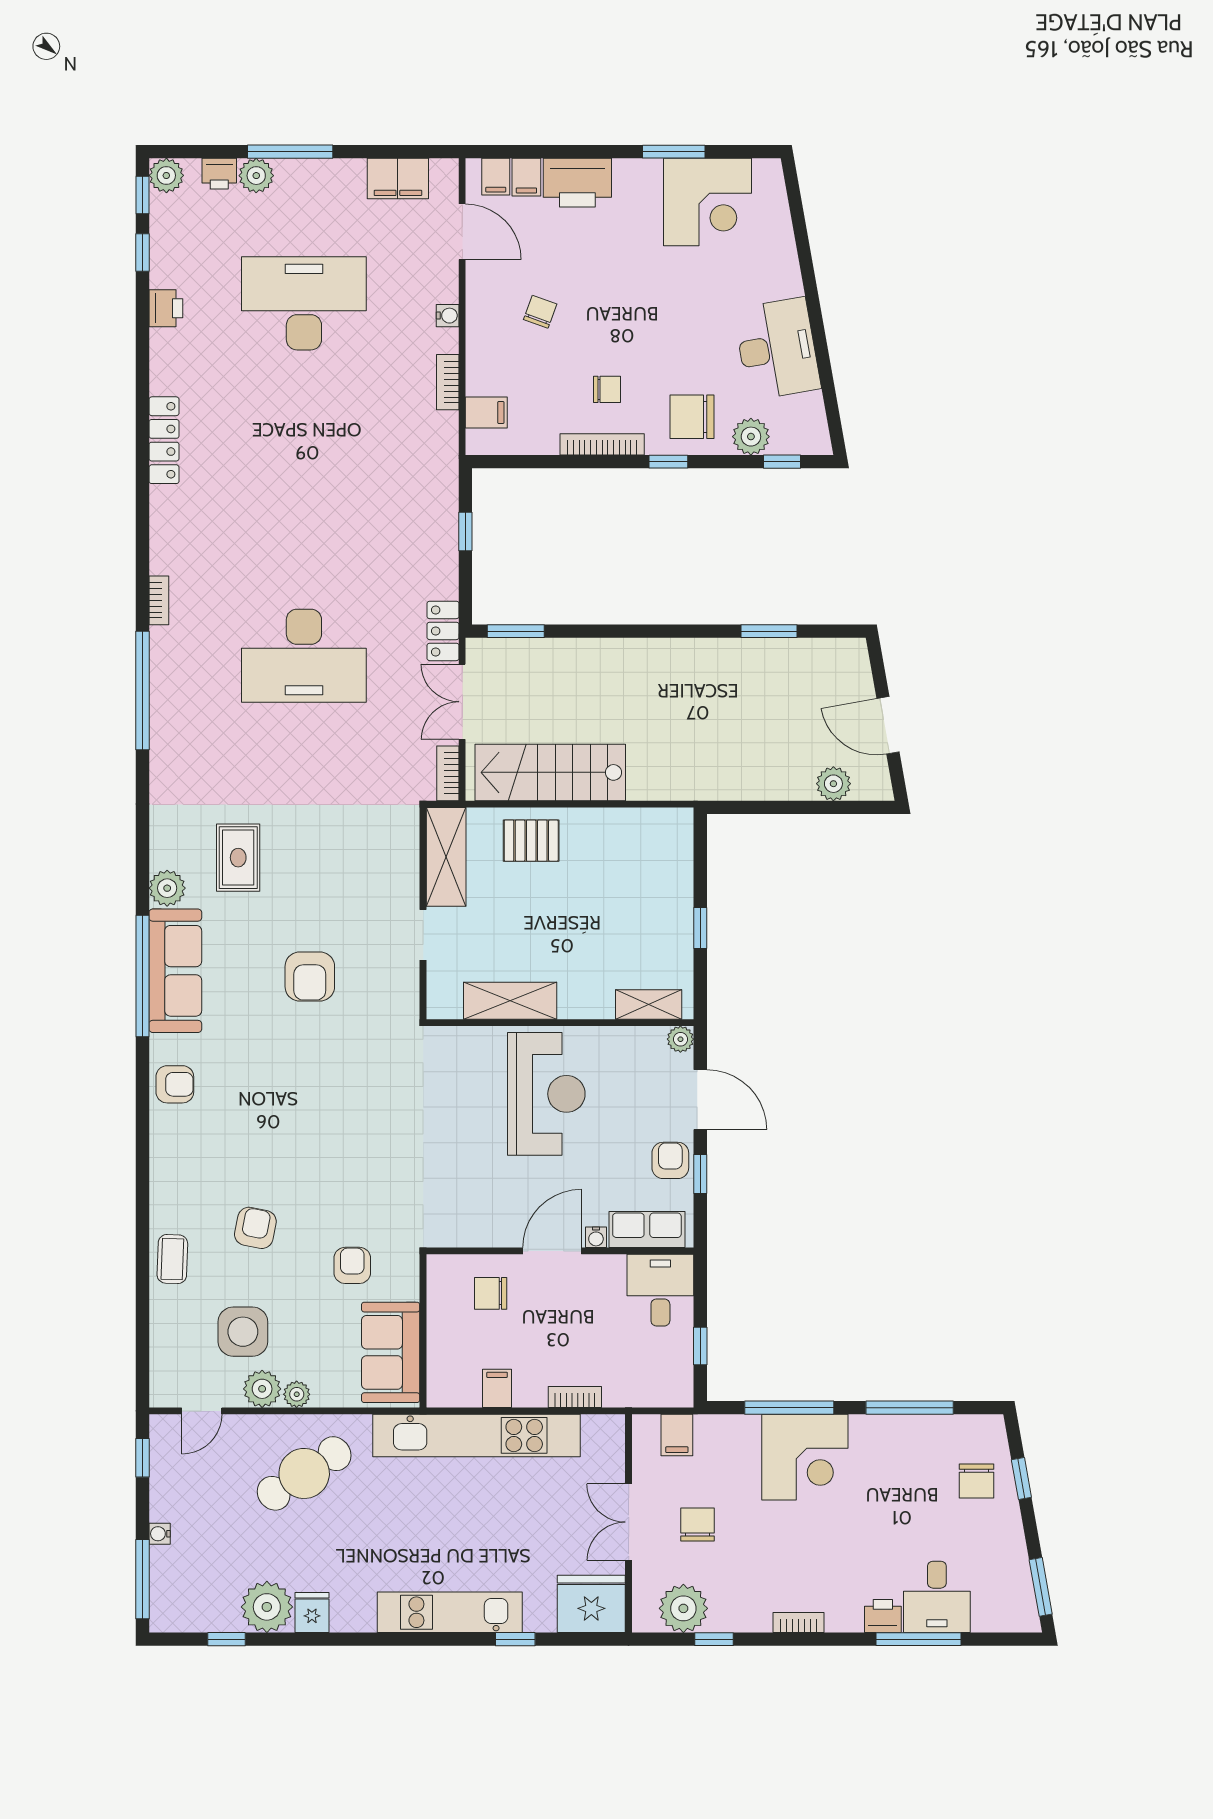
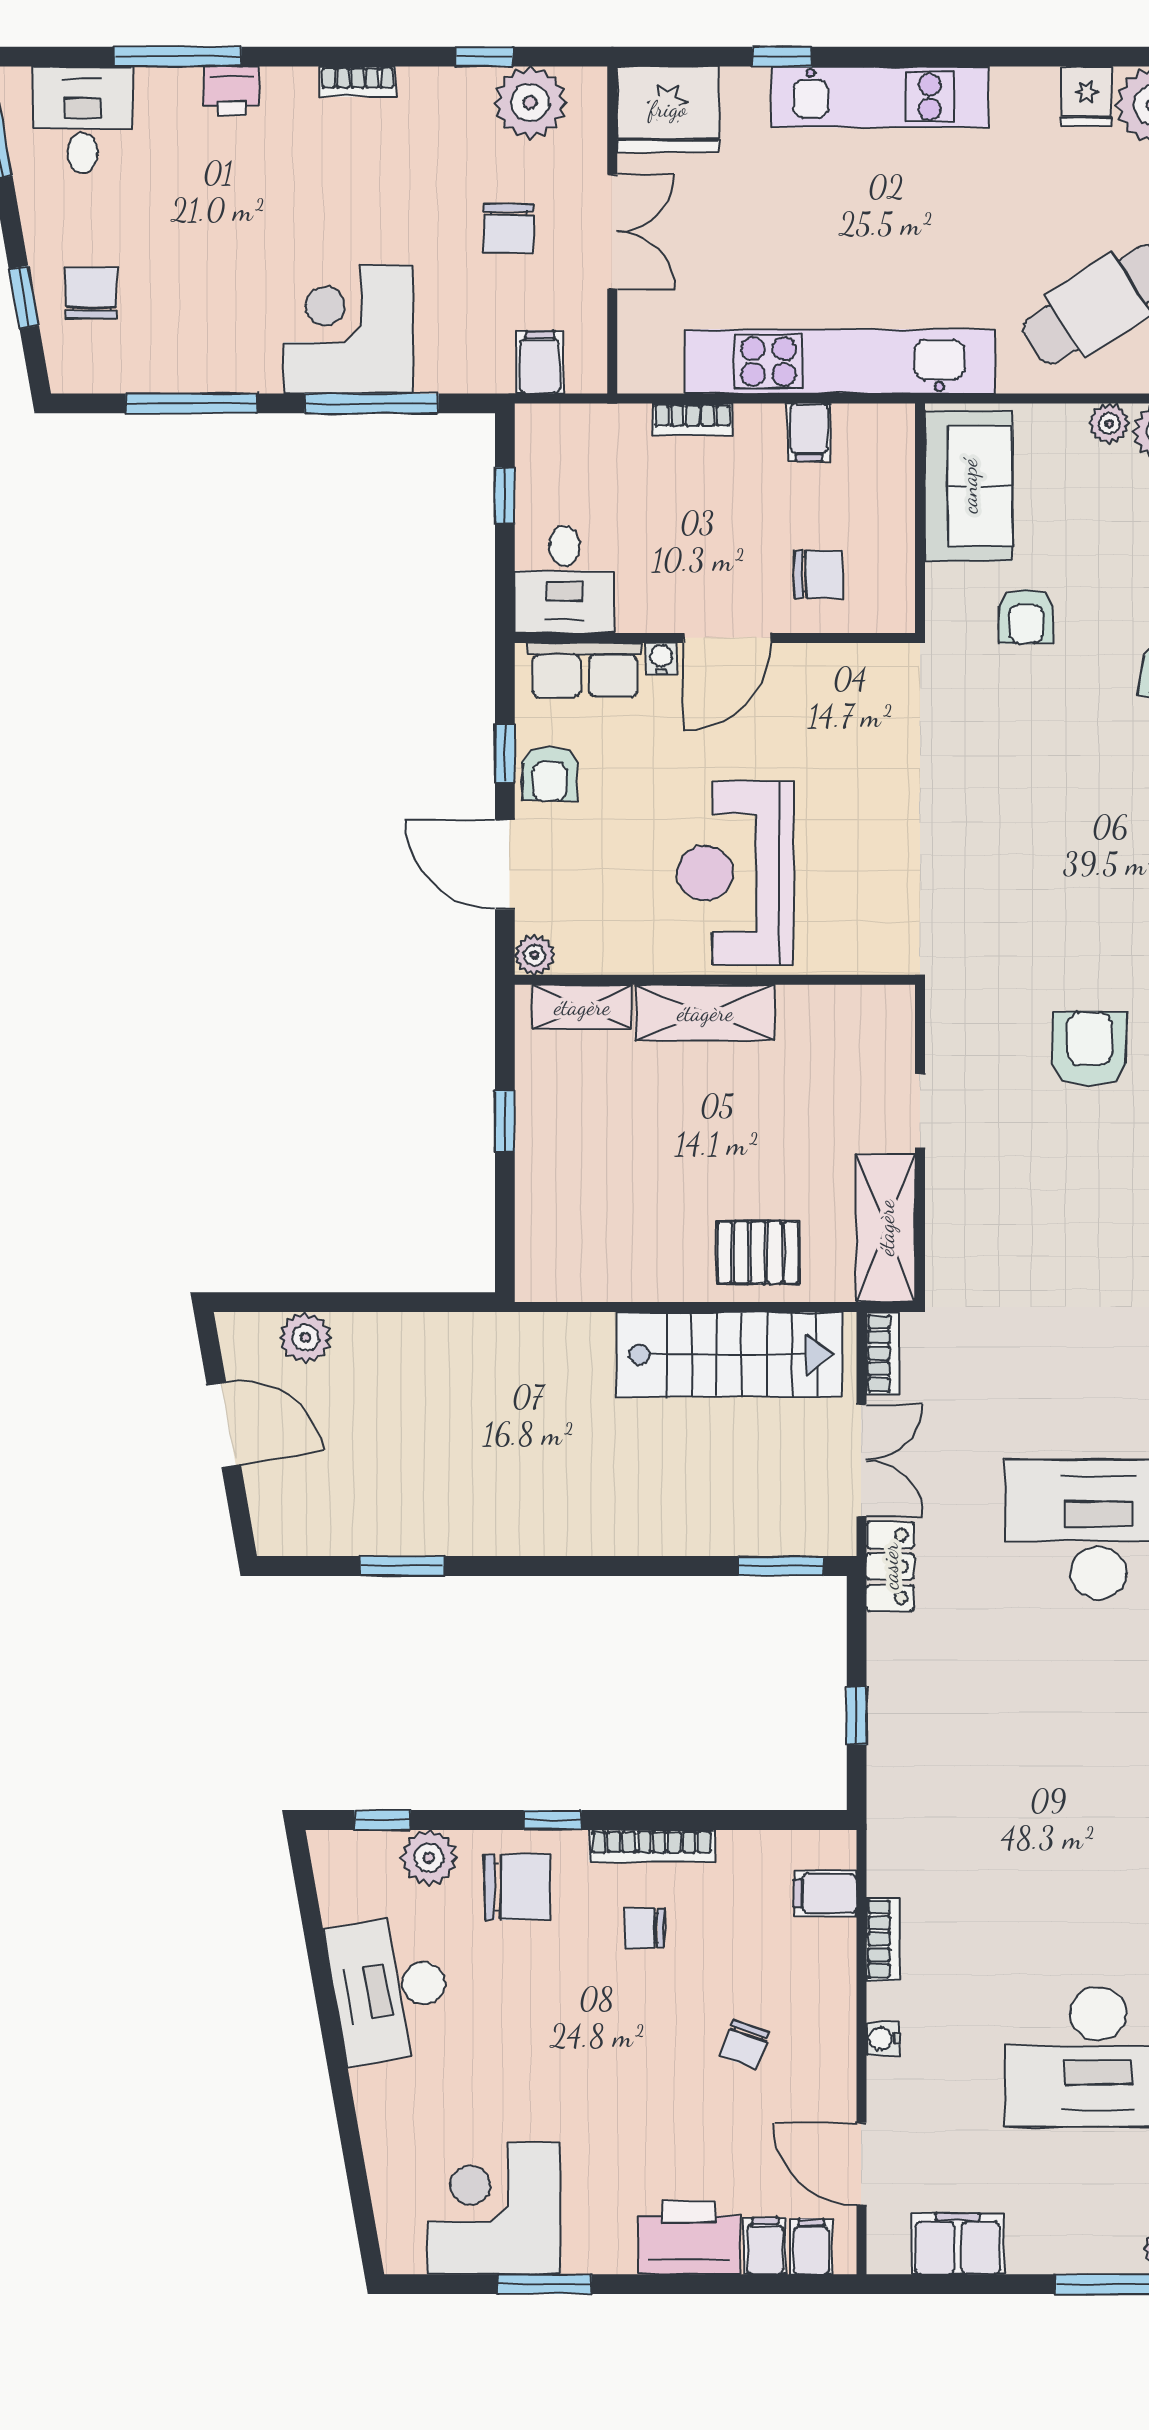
shelving: (510, 1001) -> (705, 1013), moved
desk: (937, 1597) -> (83, 120), moved

